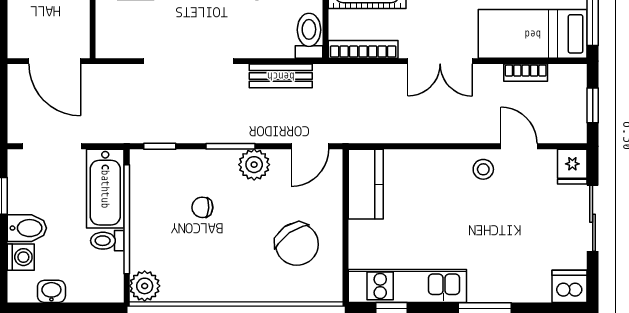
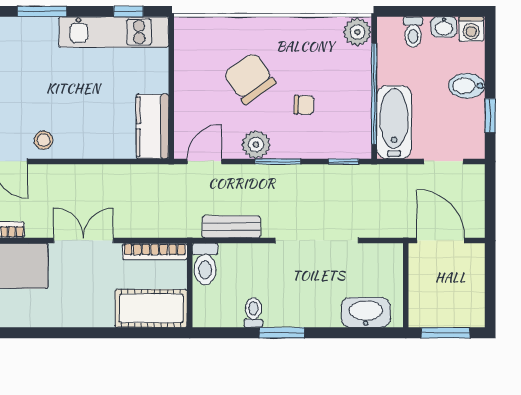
doorway: (52, 146) -> (443, 161), width x0.73
toilet: (107, 241) -> (413, 32), moved, turned 90
chair: (297, 244) -> (250, 78), moved
washing machine: (21, 257) -> (471, 29), moved, turned -90

